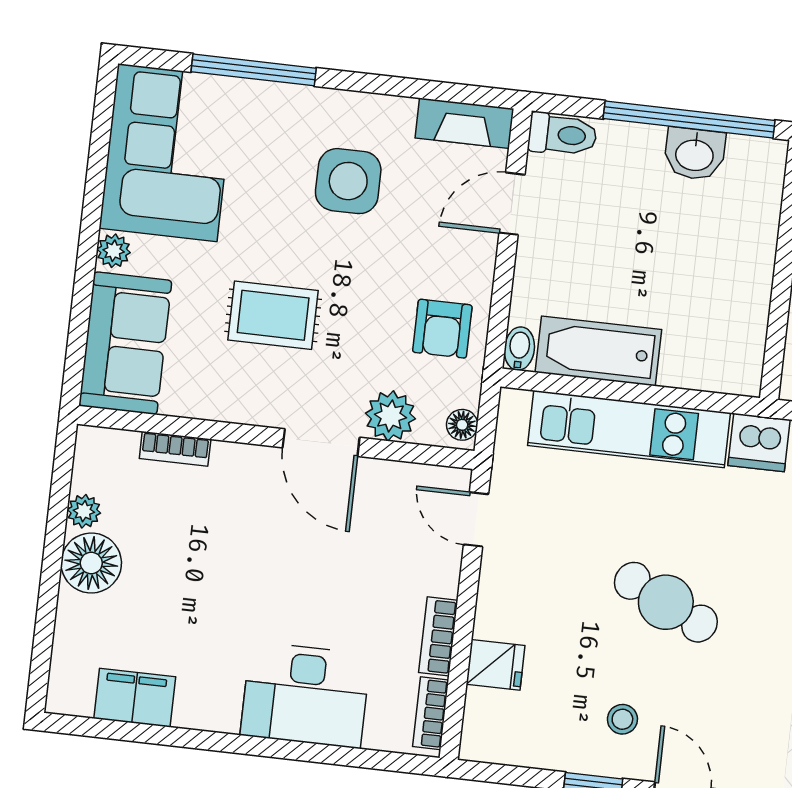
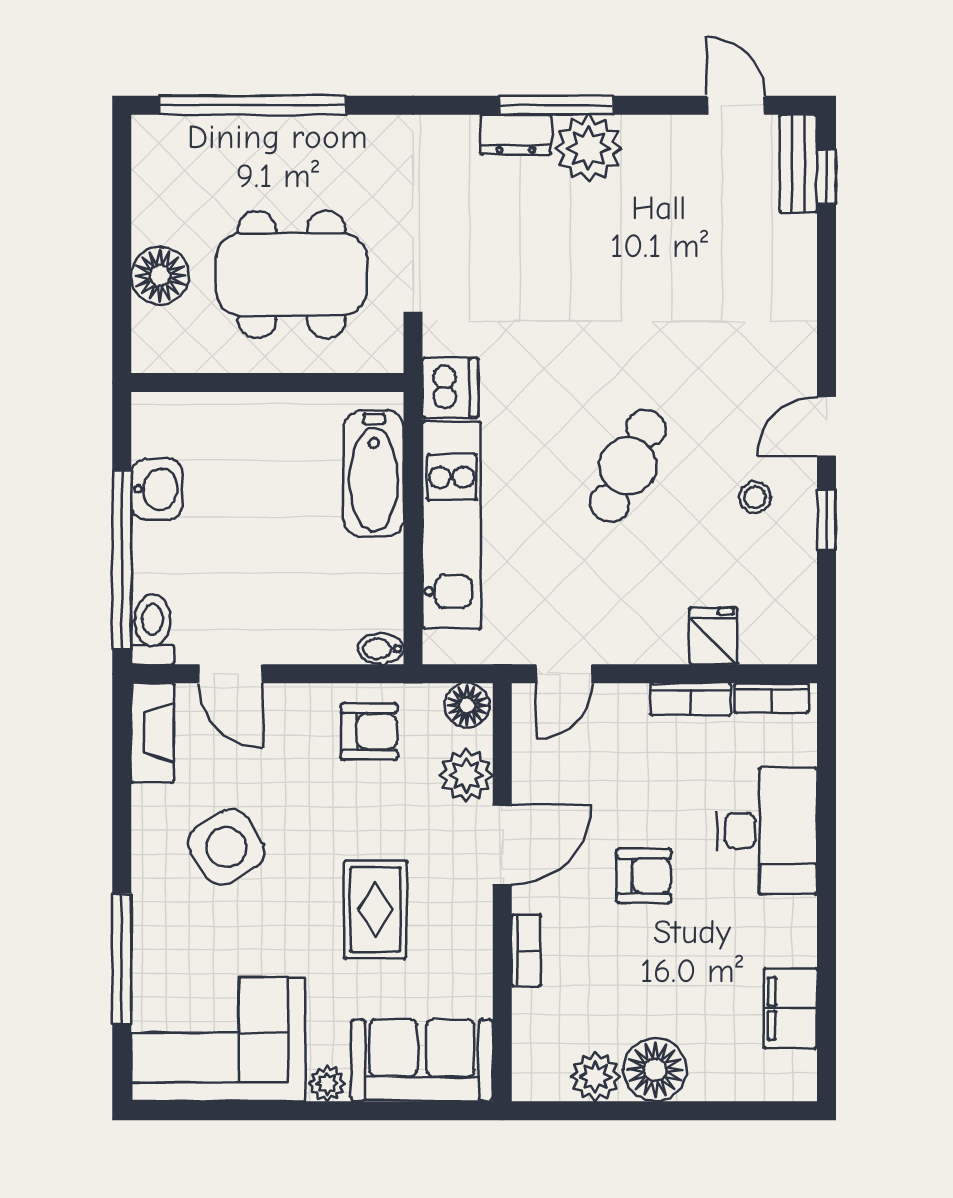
window: (689, 120) -> (122, 560), moved
side table: (348, 181) -> (226, 847), turned -31
bathtub: (598, 351) -> (374, 473), moved
floor lamp: (462, 425) -> (467, 705), width x1.37, depth x1.37
bookcase: (175, 449) -> (526, 951), moved
plant: (84, 511) -> (595, 1077), width x1.38, depth x1.38
armchair: (276, 573) -> (644, 876), added

